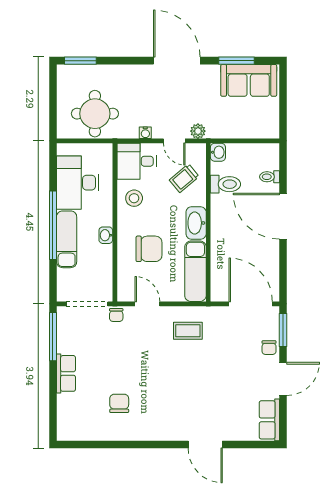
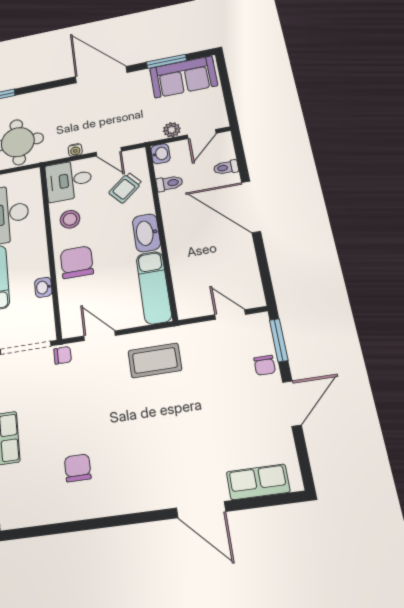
plant: (198, 131) -> (172, 130), moved
door: (255, 141) -> (202, 134), added
toilet: (225, 184) -> (169, 183), width x0.73, depth x0.72
washbasin: (106, 235) -> (43, 287), moved
chair: (149, 249) -> (77, 262), moved, turned -90
door: (251, 304) -> (230, 315), width x0.53
chair: (116, 315) -> (63, 355), turned -90
coffee table: (188, 331) -> (155, 360), width x1.36, depth x1.30
row of seats: (269, 420) -> (258, 482), moved, turned 90

